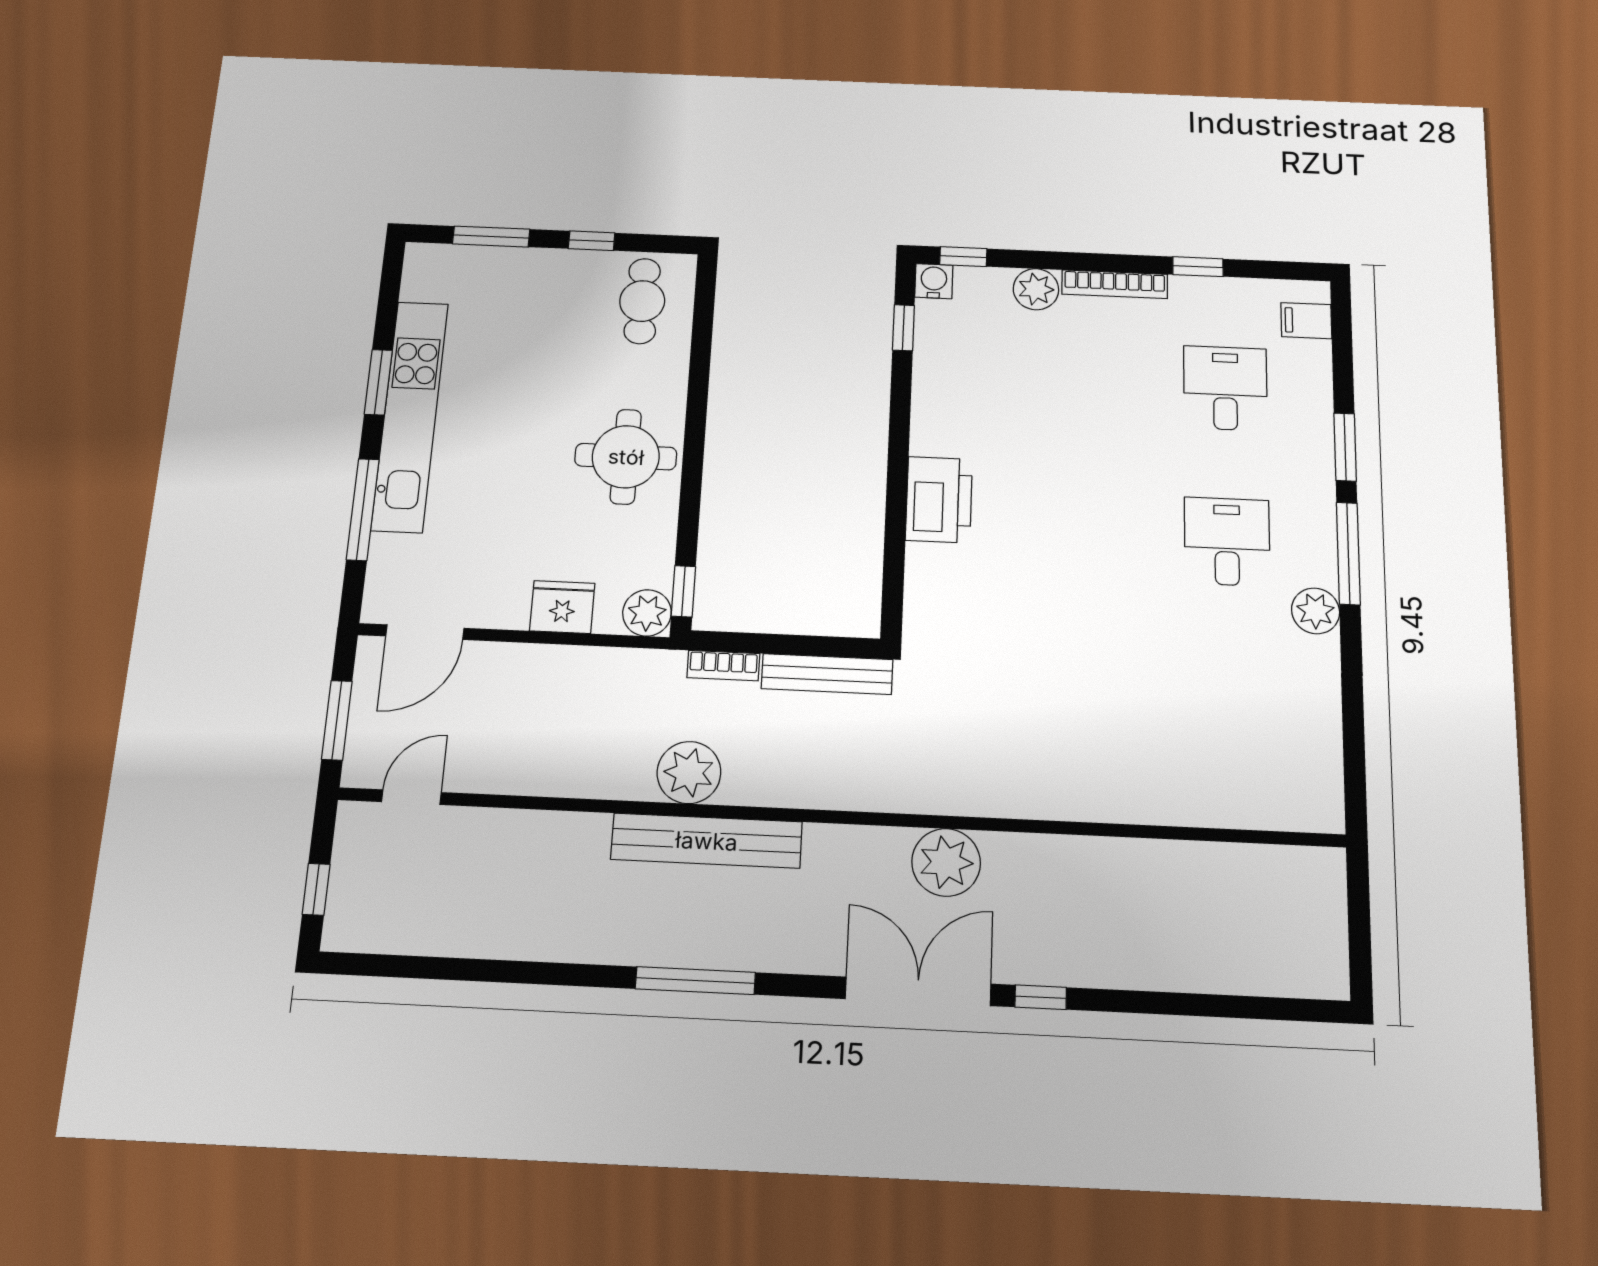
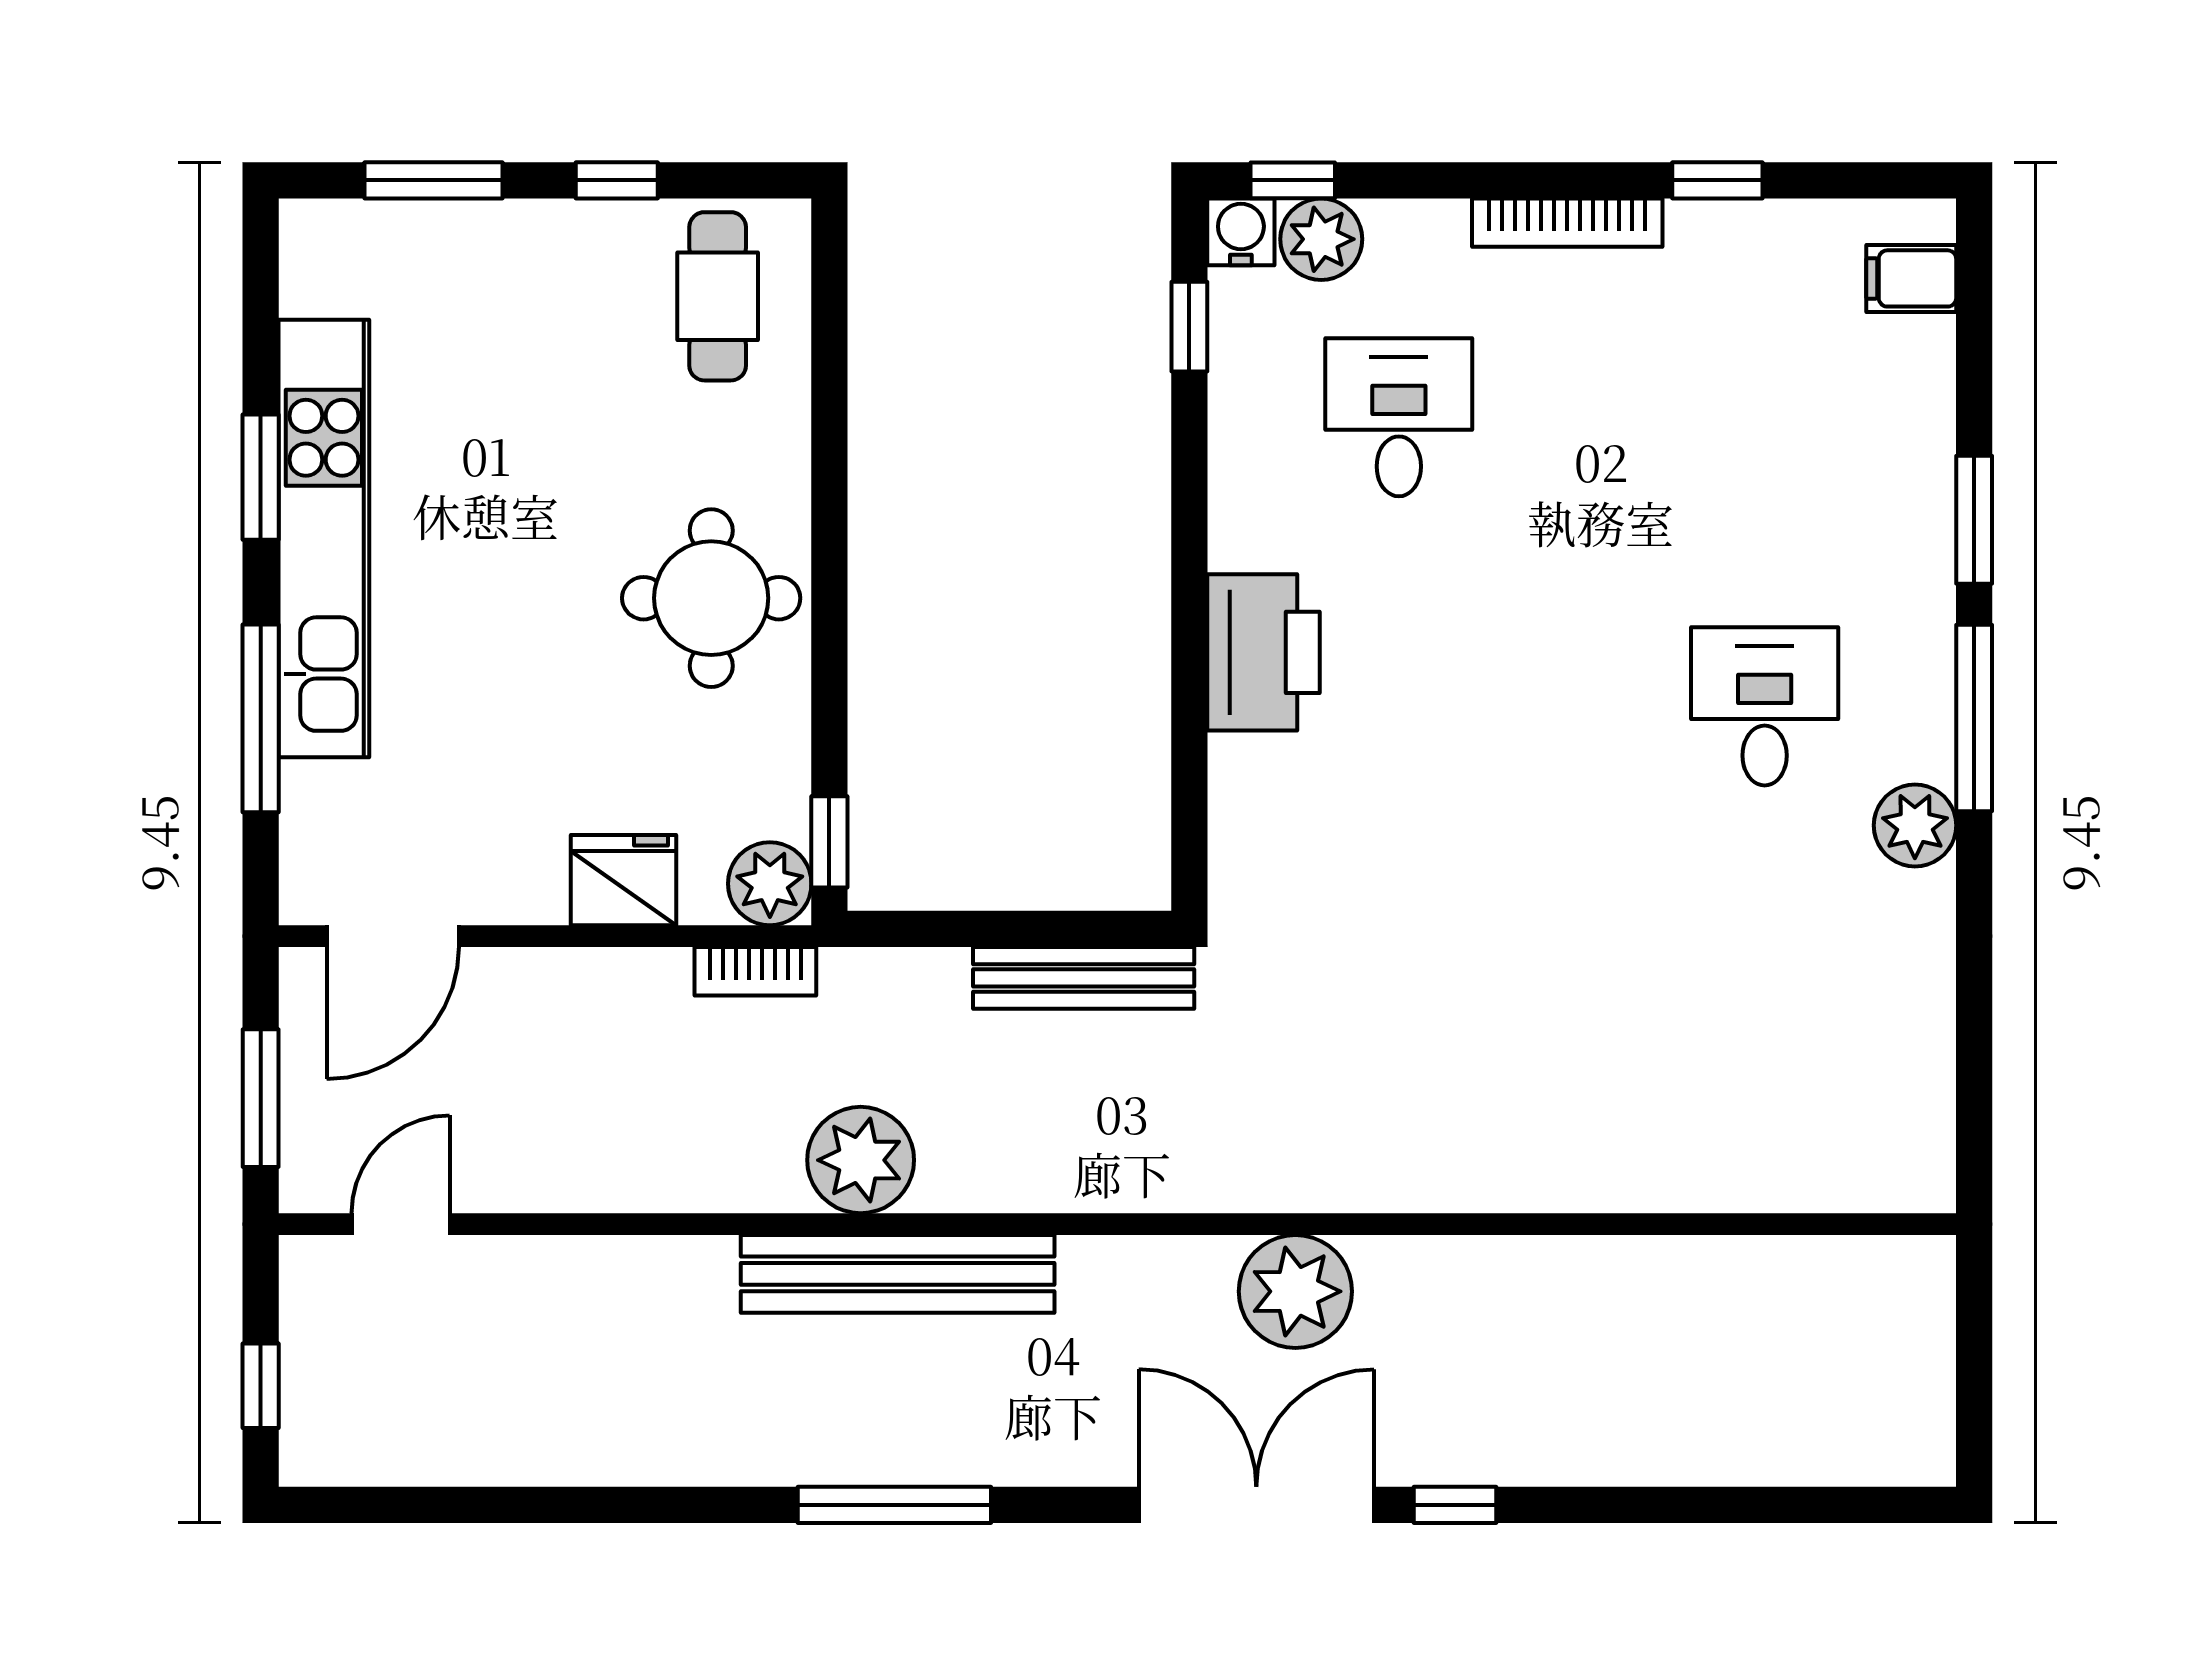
plant: (1036, 289) -> (1321, 239), moved
desk: (1225, 388) -> (1399, 417), moved
bookcase: (723, 666) -> (755, 971), moved

